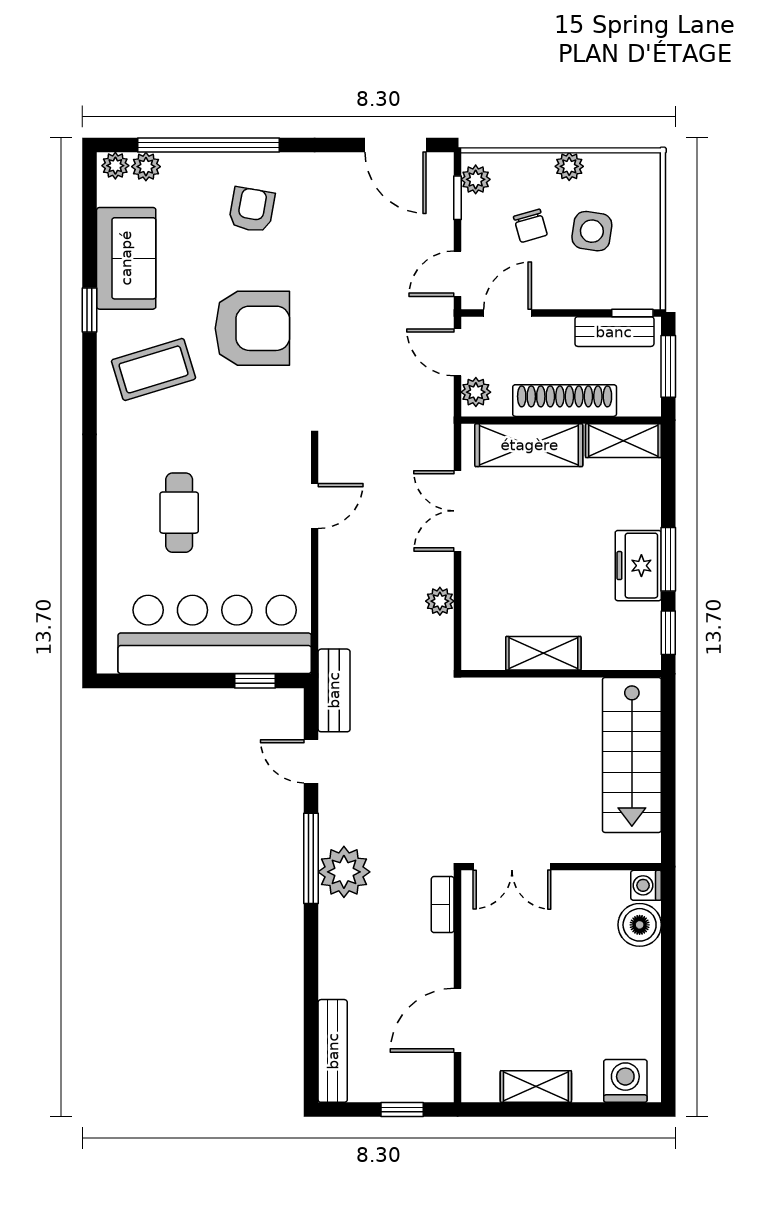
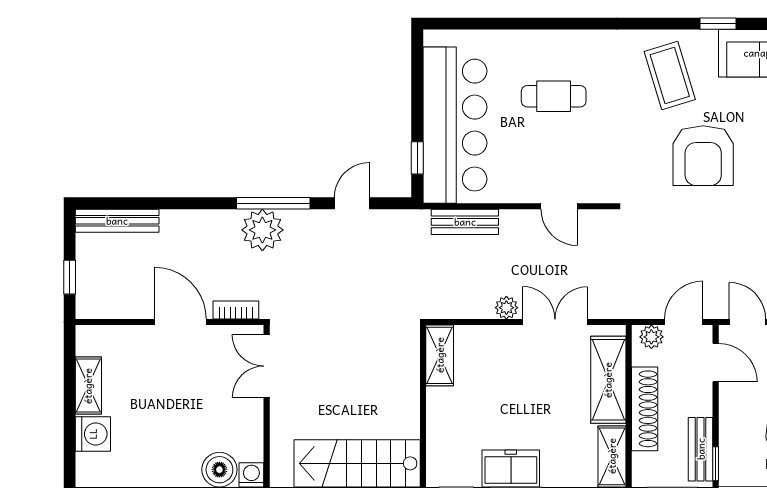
plant: (440, 601) -> (506, 308), moved
shelving: (543, 653) -> (440, 355), moved
bench: (334, 690) -> (465, 222), moved
door: (458, 1020) -> (180, 322), moved
washing machine: (625, 1081) -> (93, 434), moved

